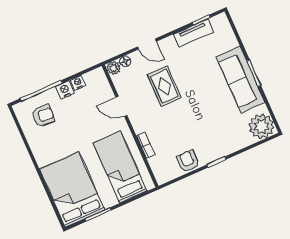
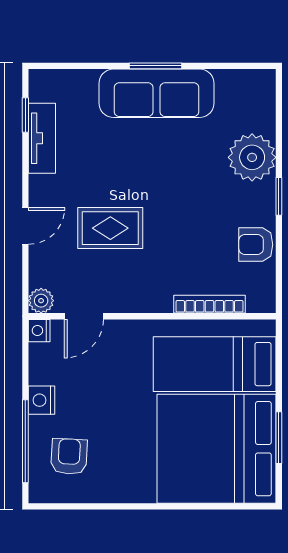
floor lamp: (125, 61) -> (38, 276), removed
nightstand: (78, 83) -> (39, 331), moved
door: (121, 106) -> (84, 316), moved
plant: (262, 126) -> (252, 157), moved
bookcase: (146, 145) -> (210, 304), width x1.56
bed: (72, 189) -> (216, 449), width x1.36

